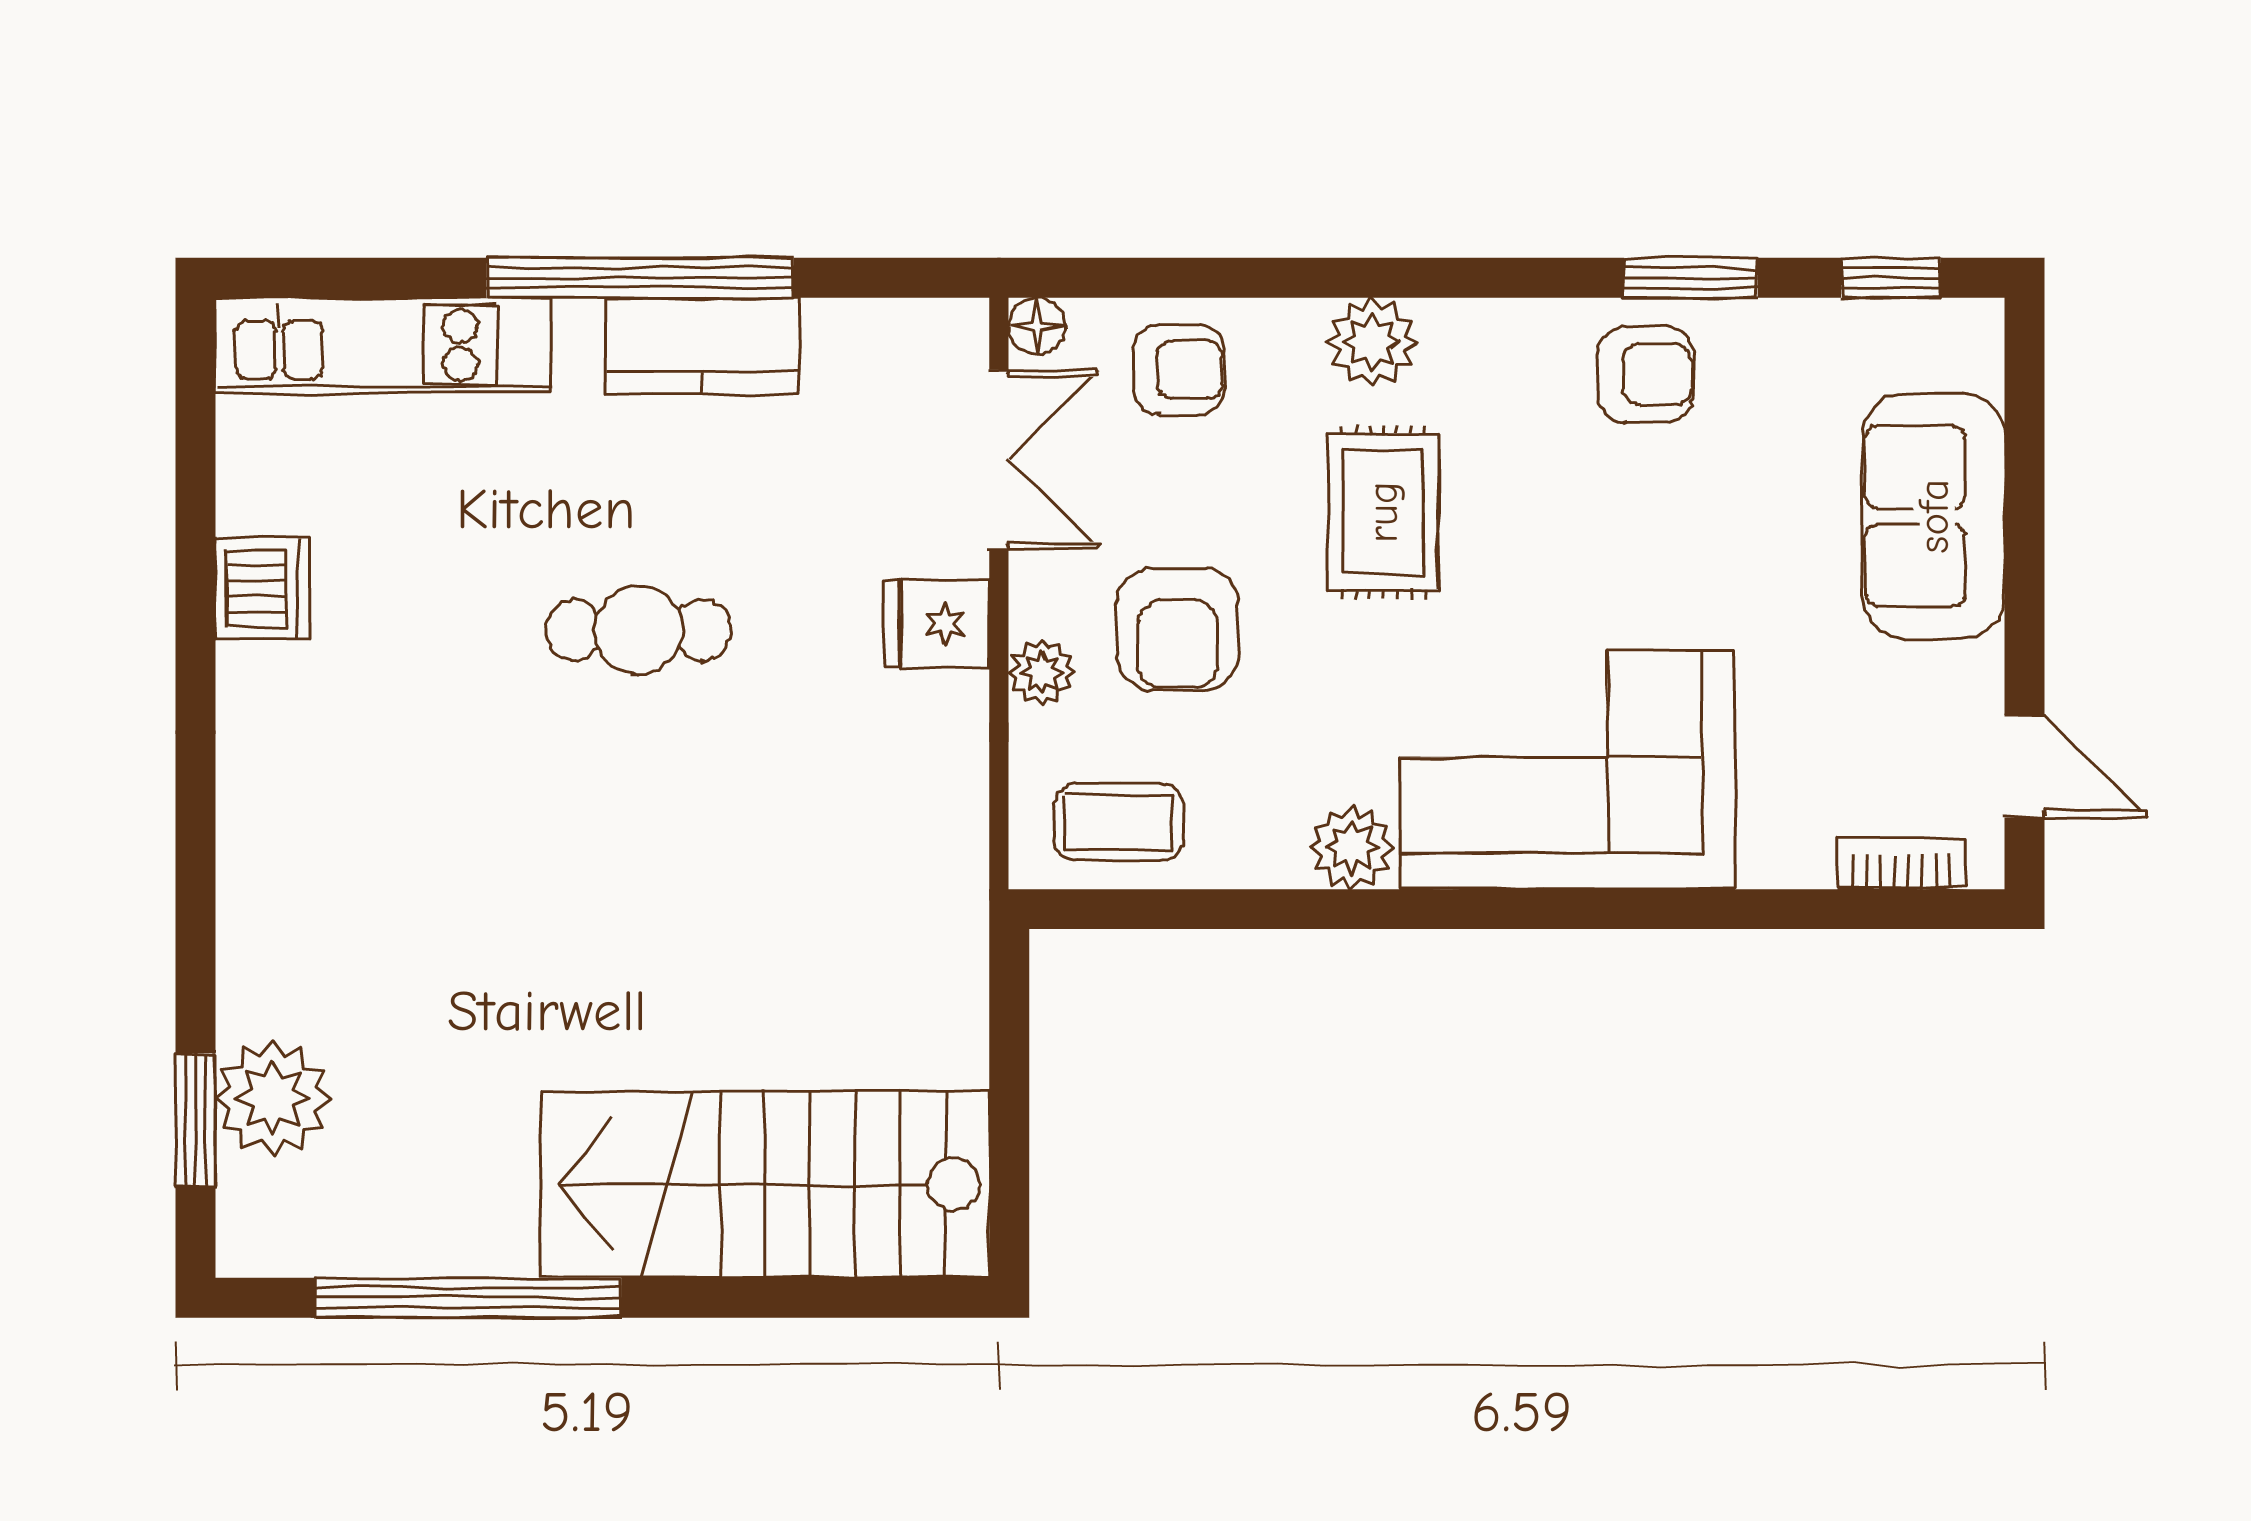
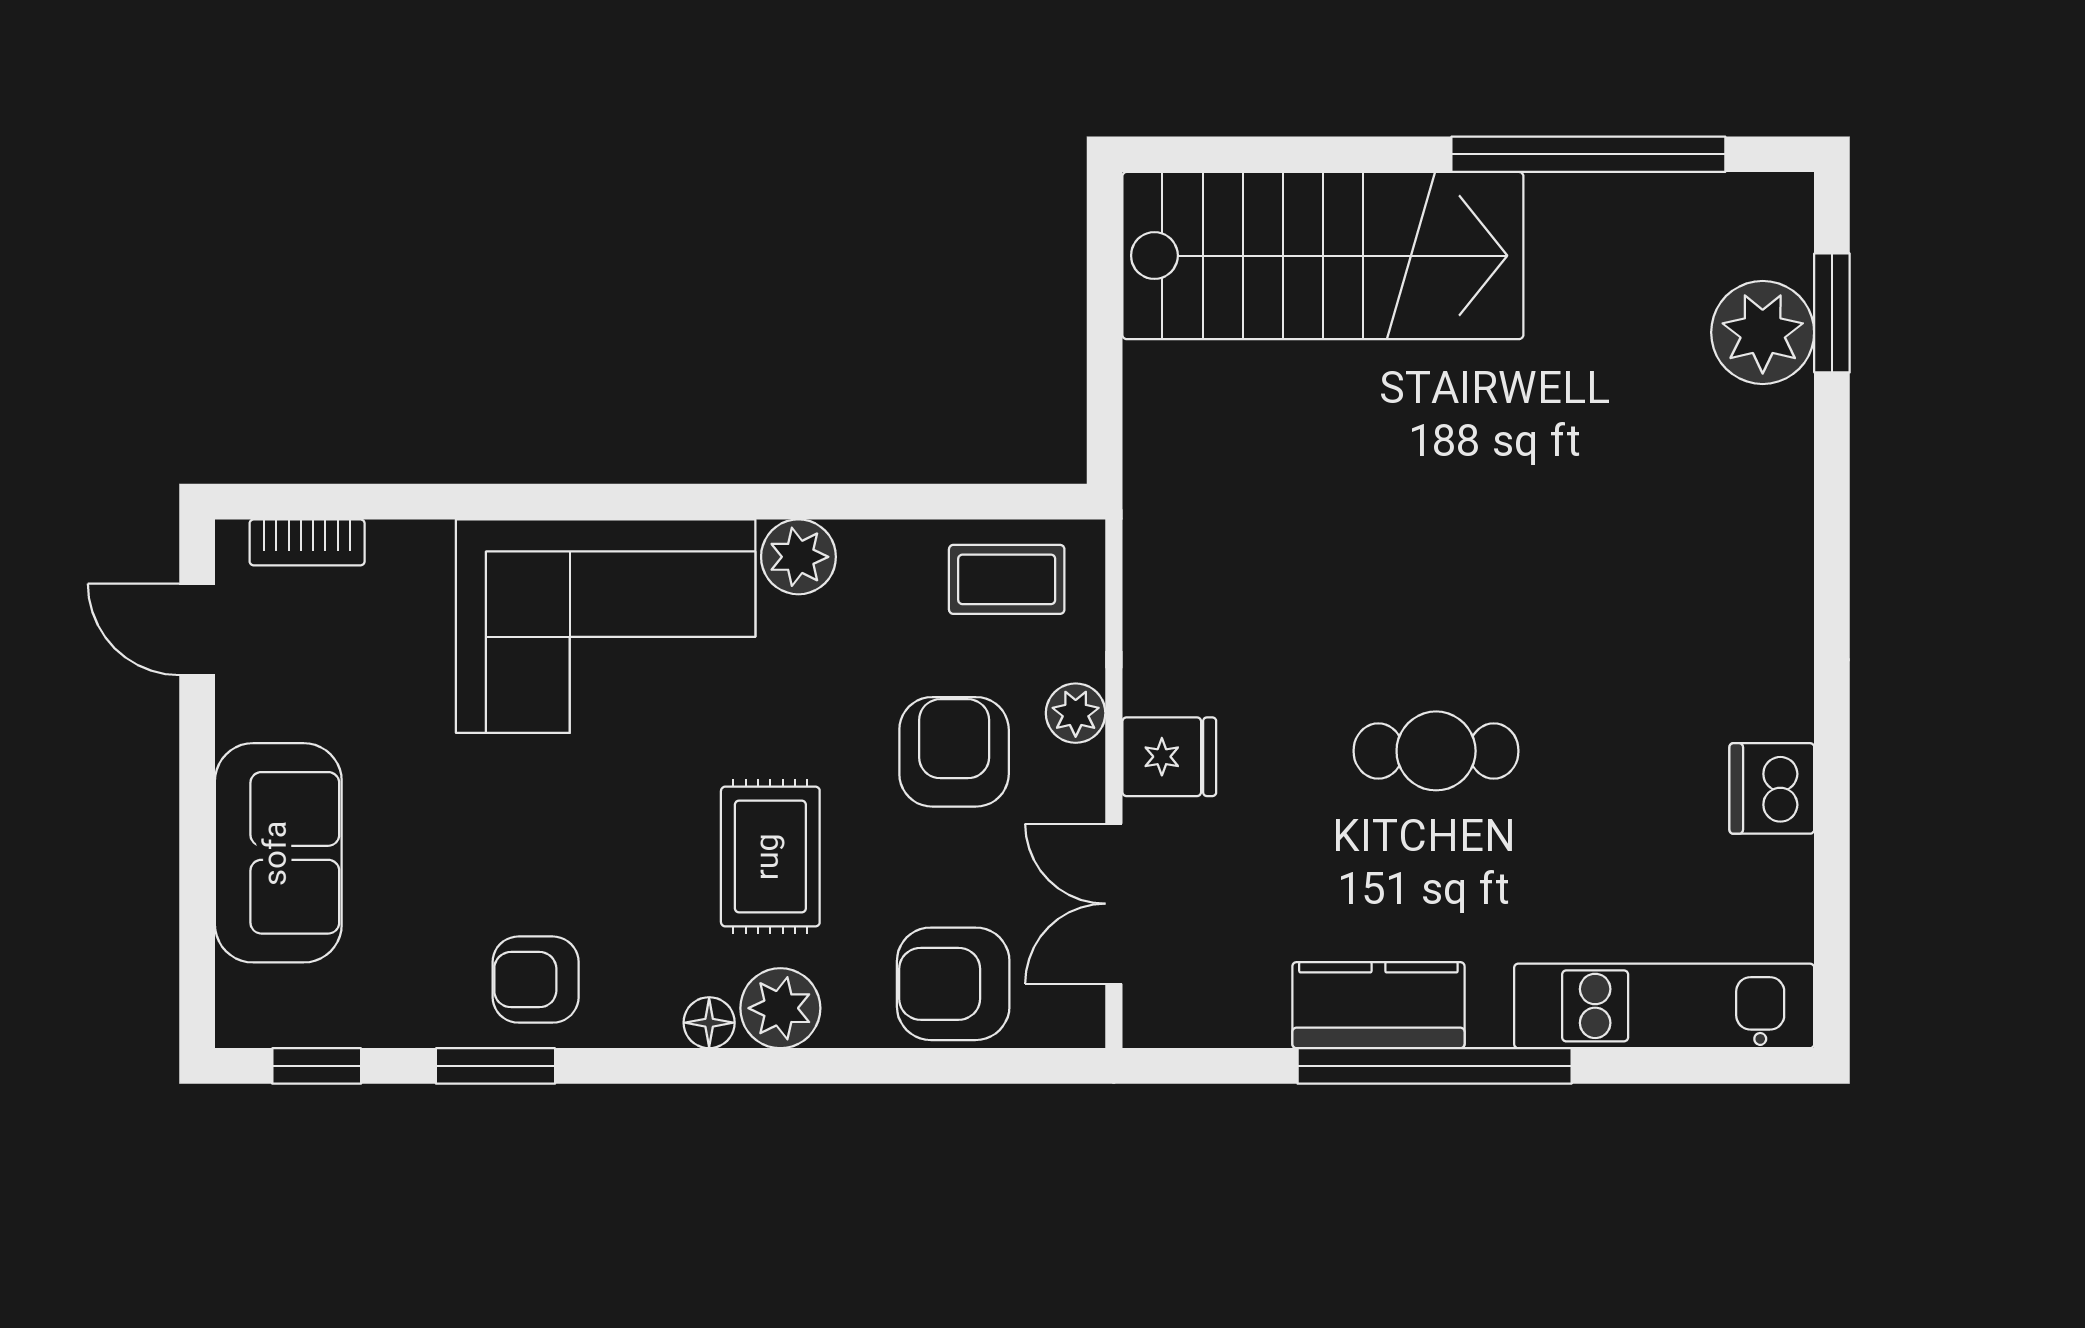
floor lamp: (1037, 326) -> (709, 1023), moved
armchair: (1179, 370) -> (953, 984), width x1.38, depth x1.38

